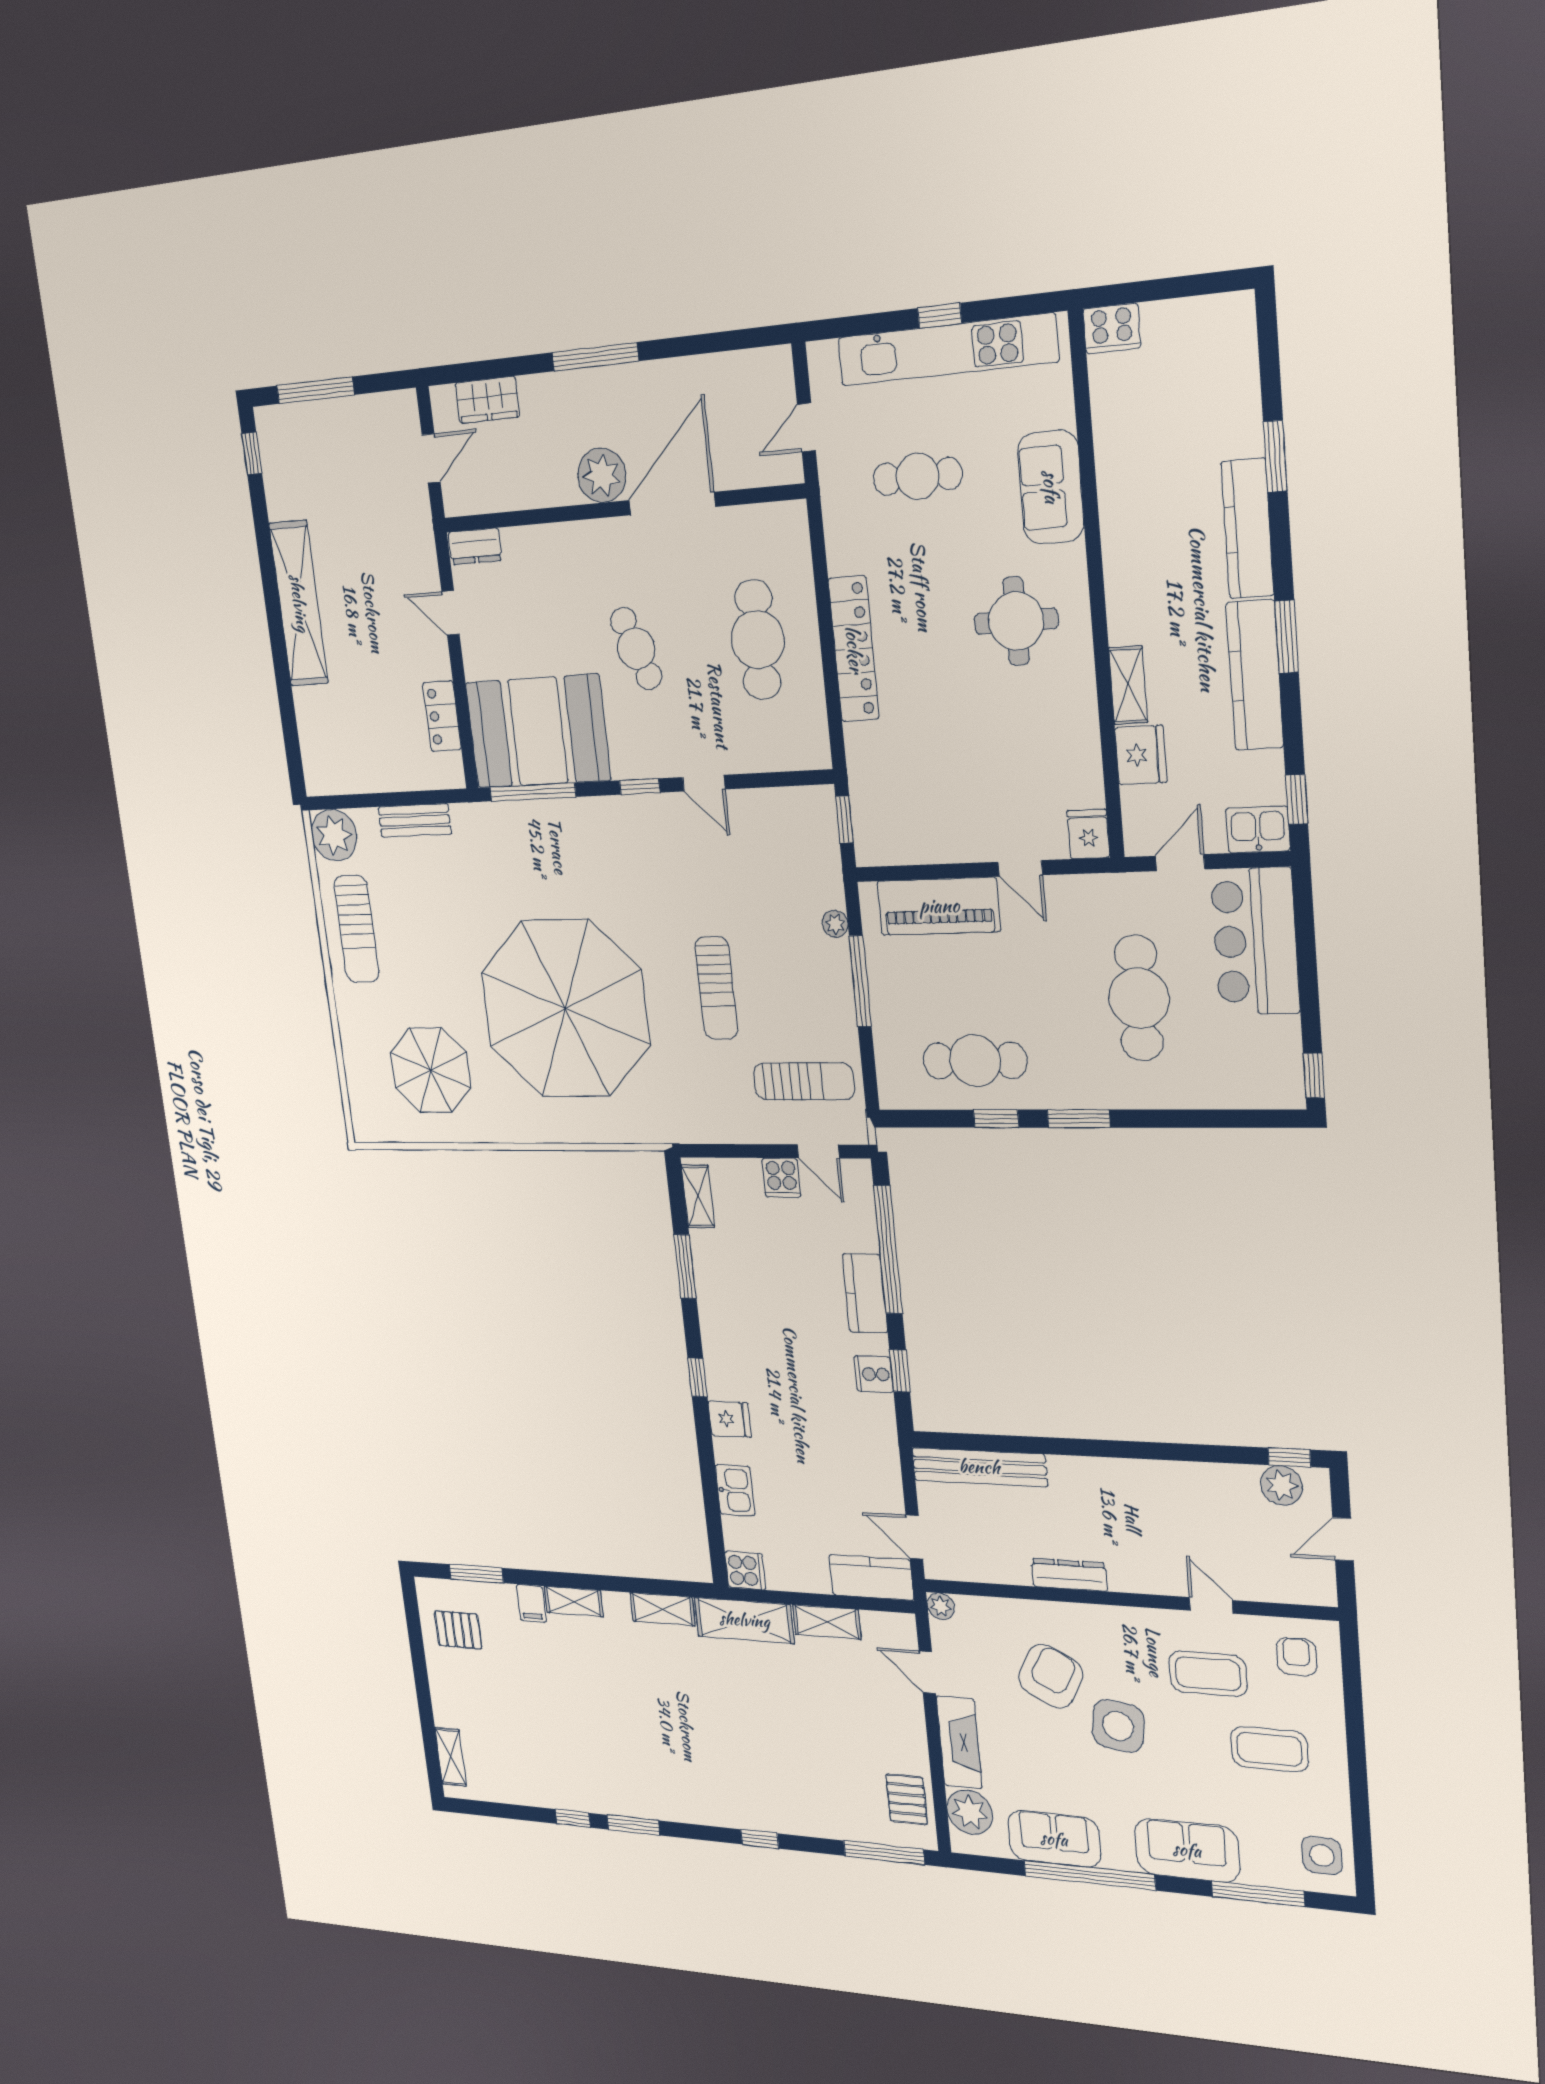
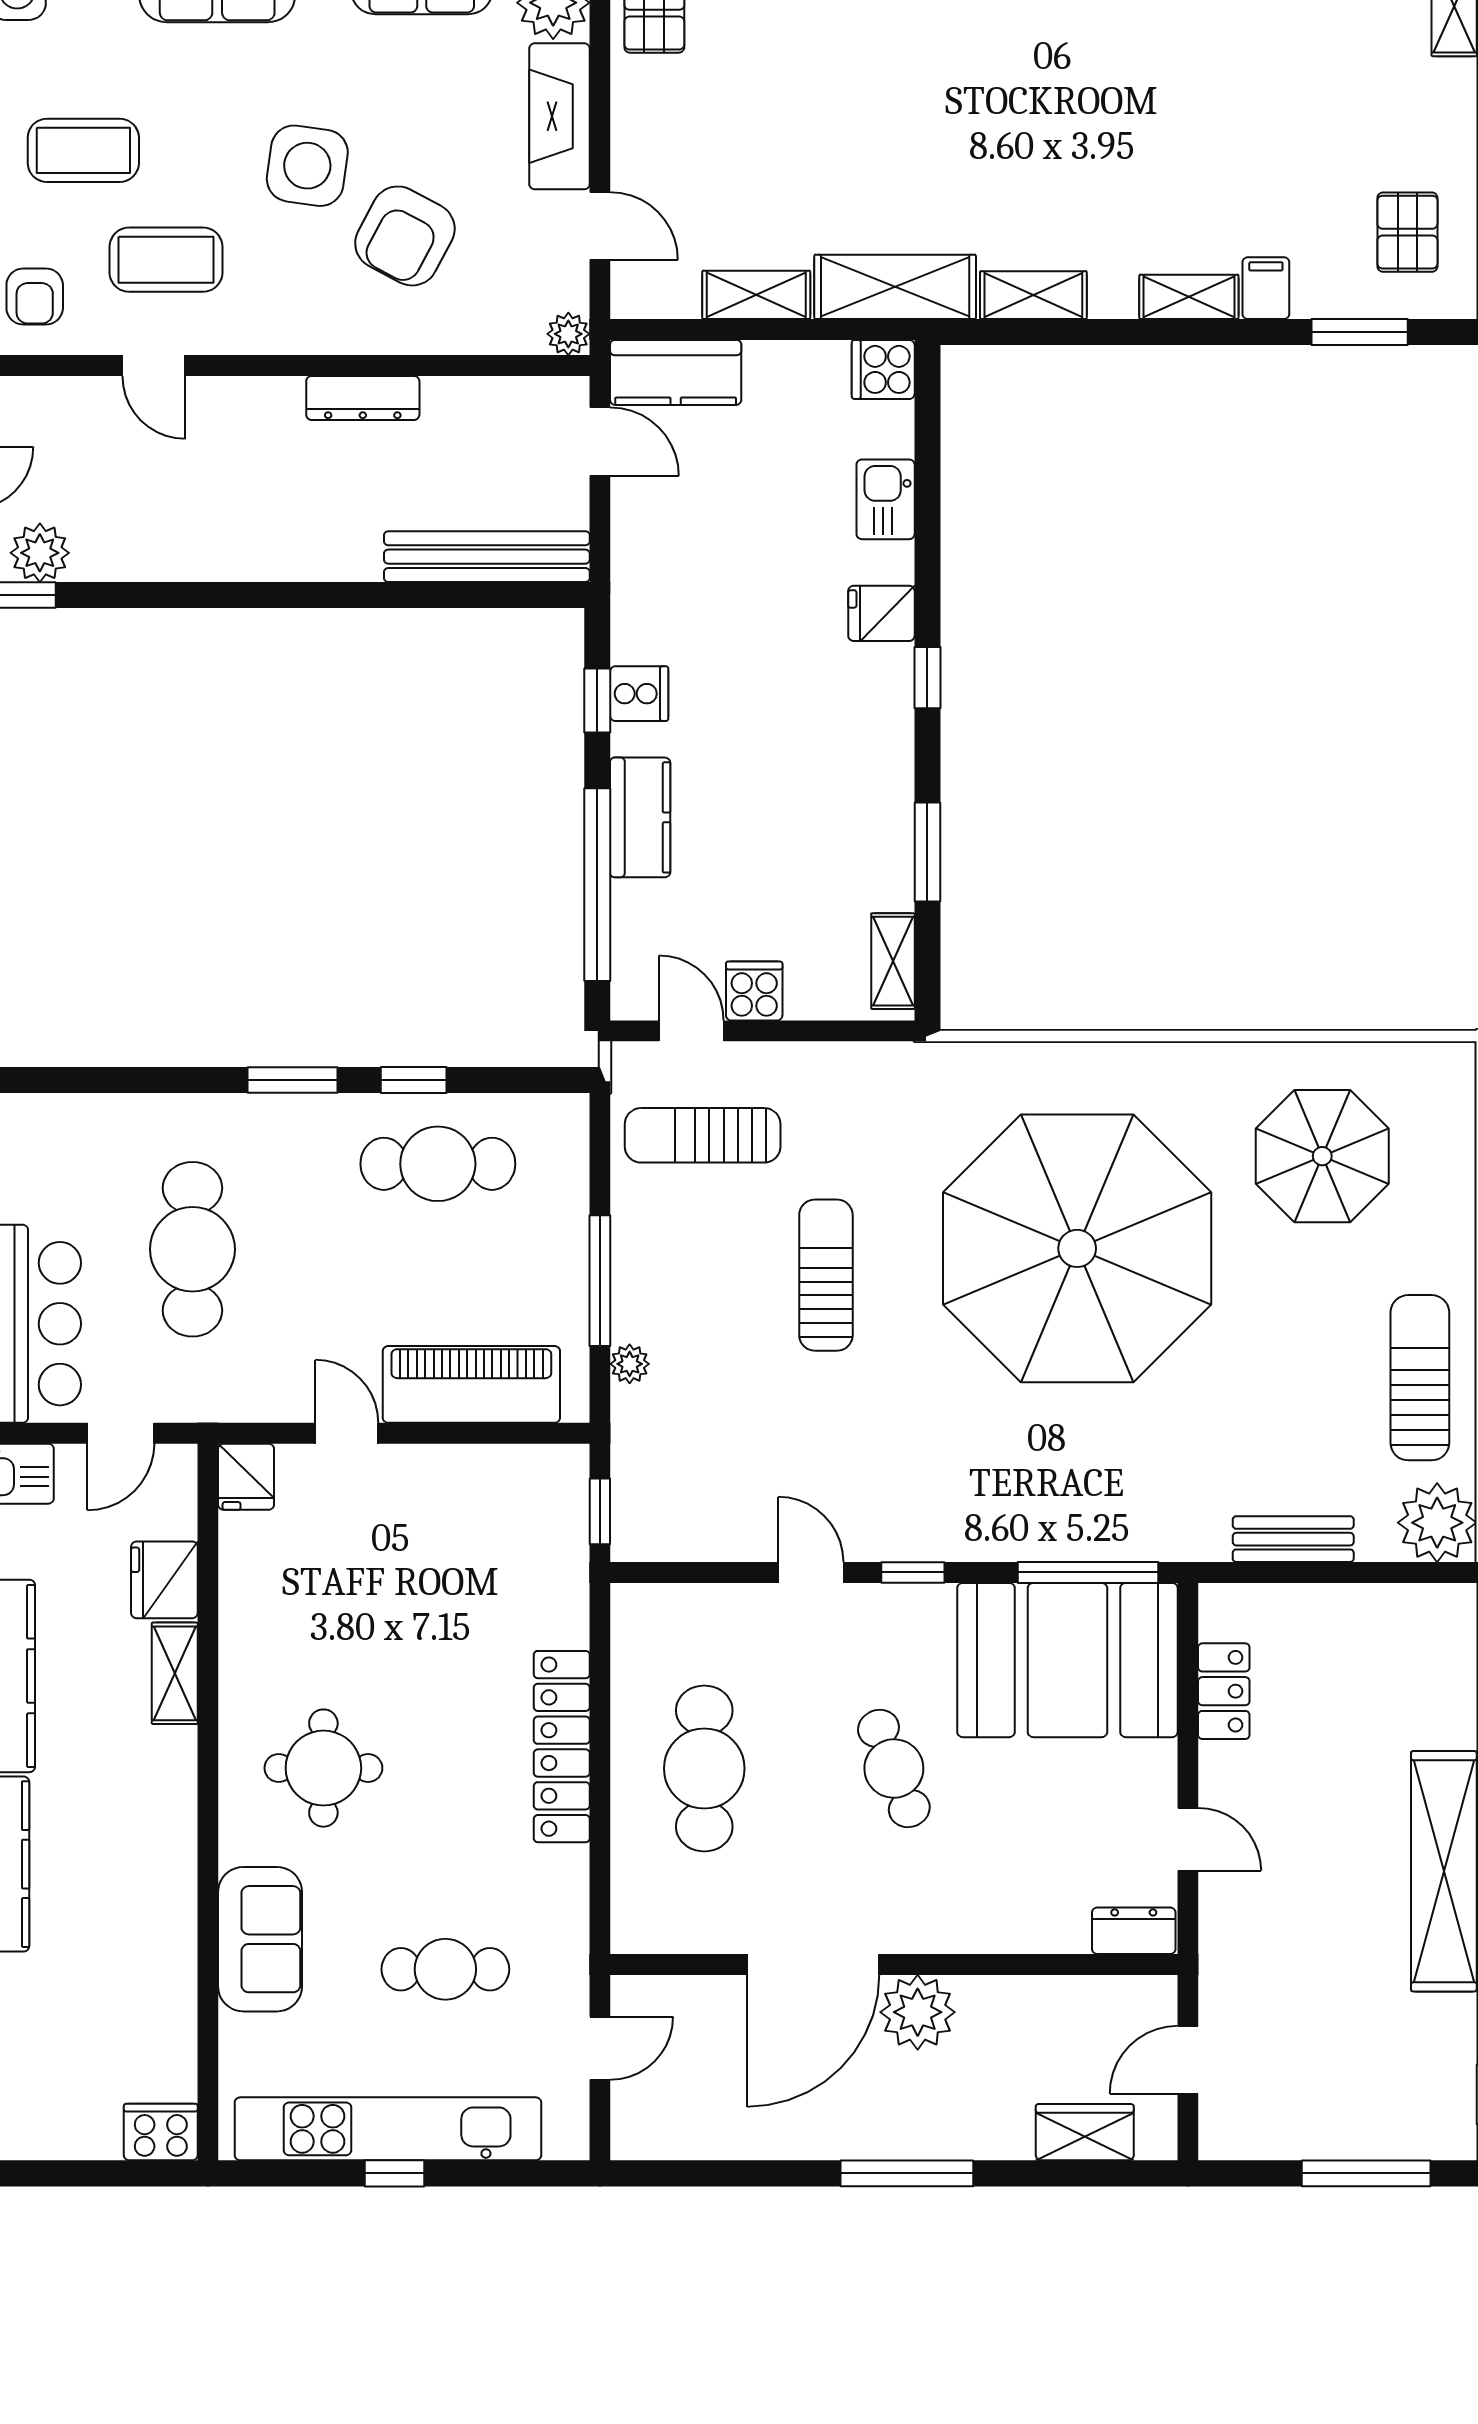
pallet: (458, 1630) -> (1407, 232), turned 90

